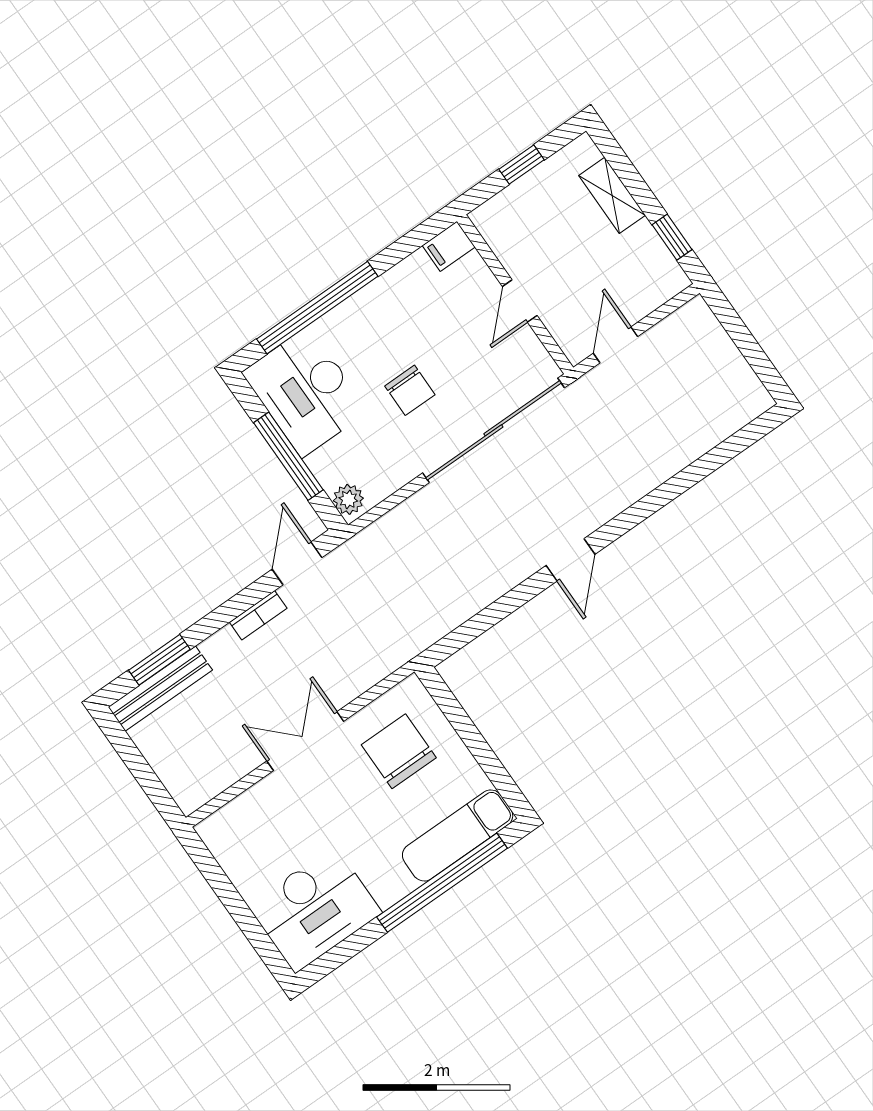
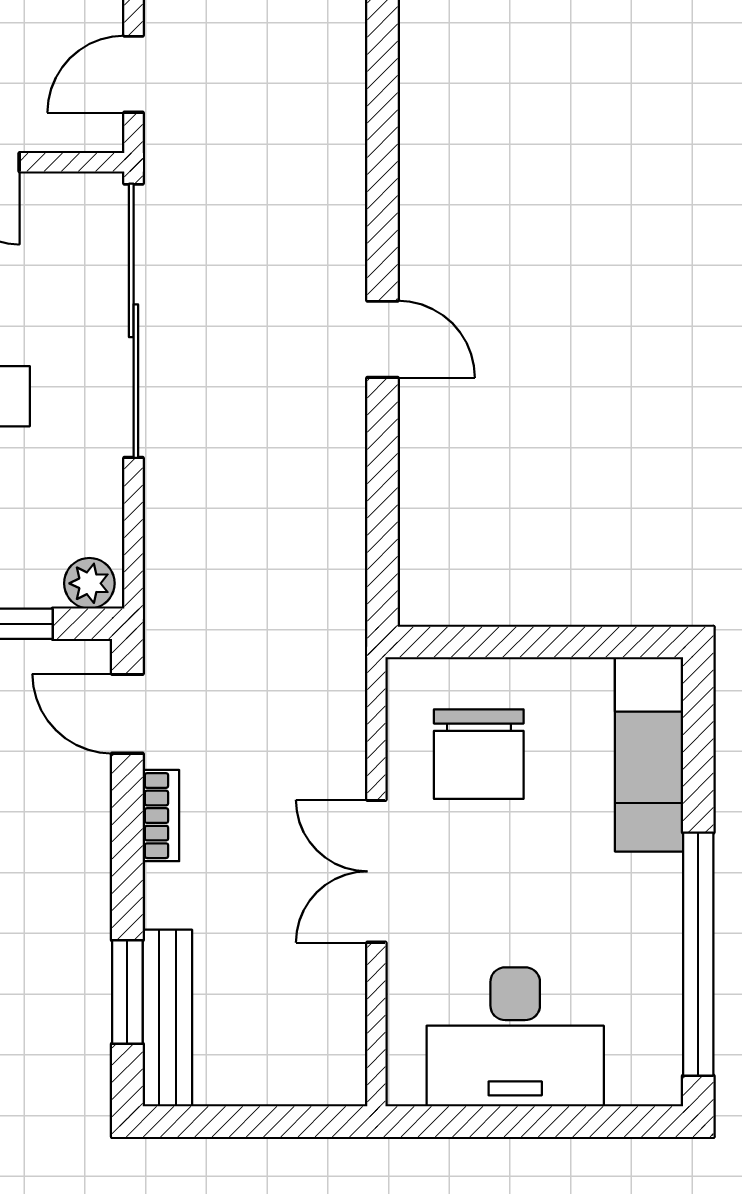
door: (615, 345) -> (134, 74), hinge flipped
chair: (399, 751) -> (479, 754), turned -90
window: (442, 883) -> (698, 954), moved
desk: (315, 909) -> (515, 1037), moved, turned 90

